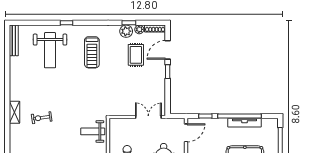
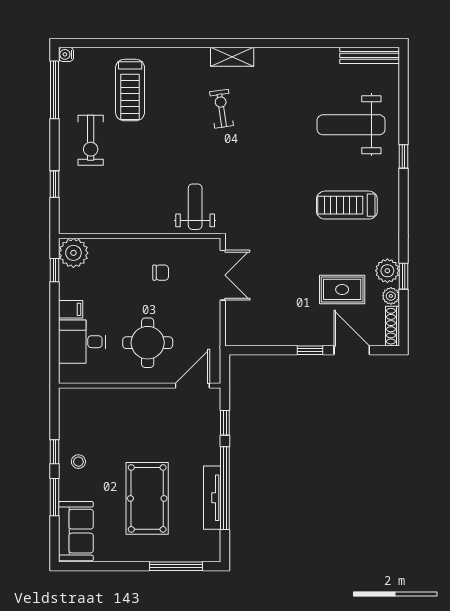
double door: (148, 117) -> (223, 275), moved
door: (186, 133) -> (192, 386), swing flipped

